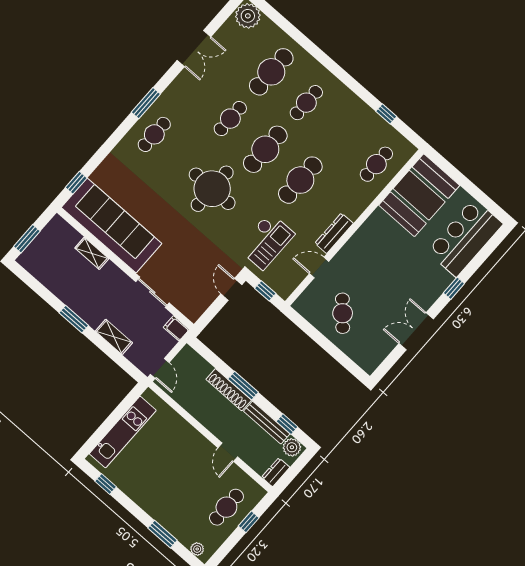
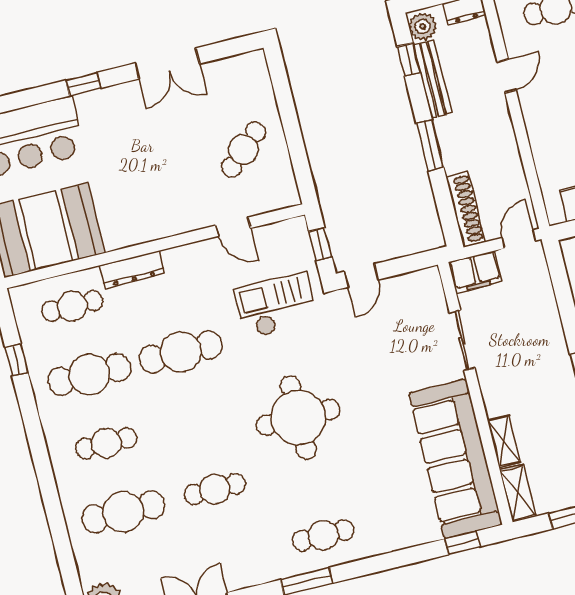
cafe table: (265, 149) -> (89, 375), moved
dresser: (334, 233) -> (132, 270), moved
filing cabinet: (176, 328) -> (475, 272), width x2.00
shelving: (114, 337) -> (518, 493), moved
shoe rack: (229, 390) -> (465, 209), moved

